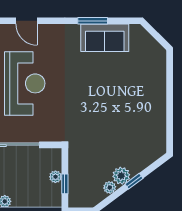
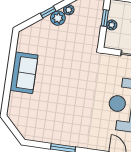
sofa: (105, 38) -> (24, 73), moved, turned 90

